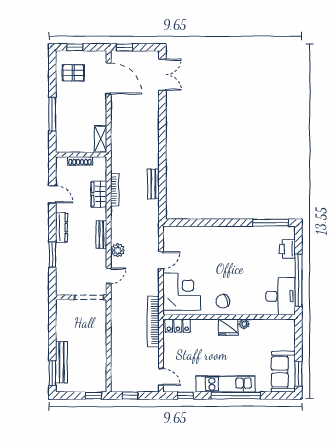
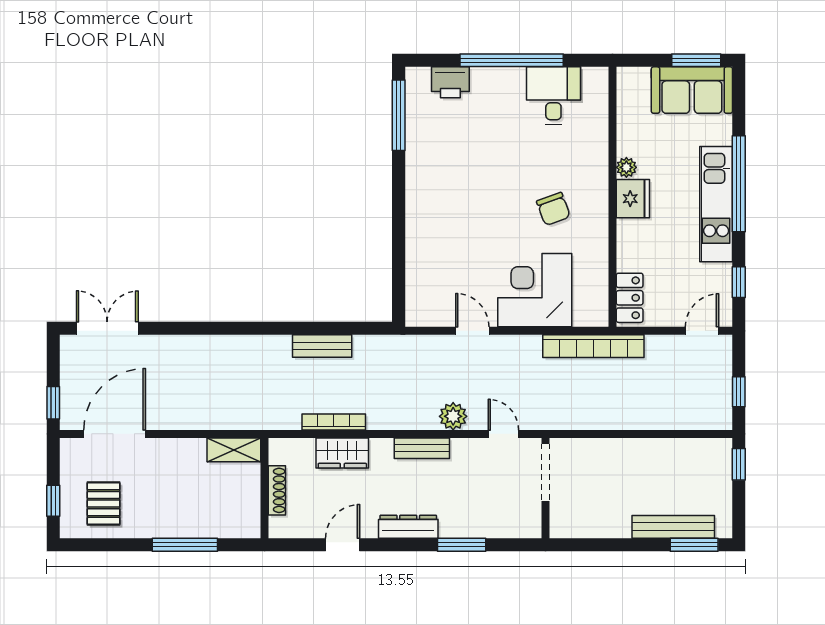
desk: (280, 296) -> (553, 96), width x0.73
wall: (229, 317) -> (613, 197), moved
plant: (244, 324) -> (626, 167), moved
locker: (178, 326) -> (630, 298), moved
fridge: (228, 327) -> (633, 199), moved

